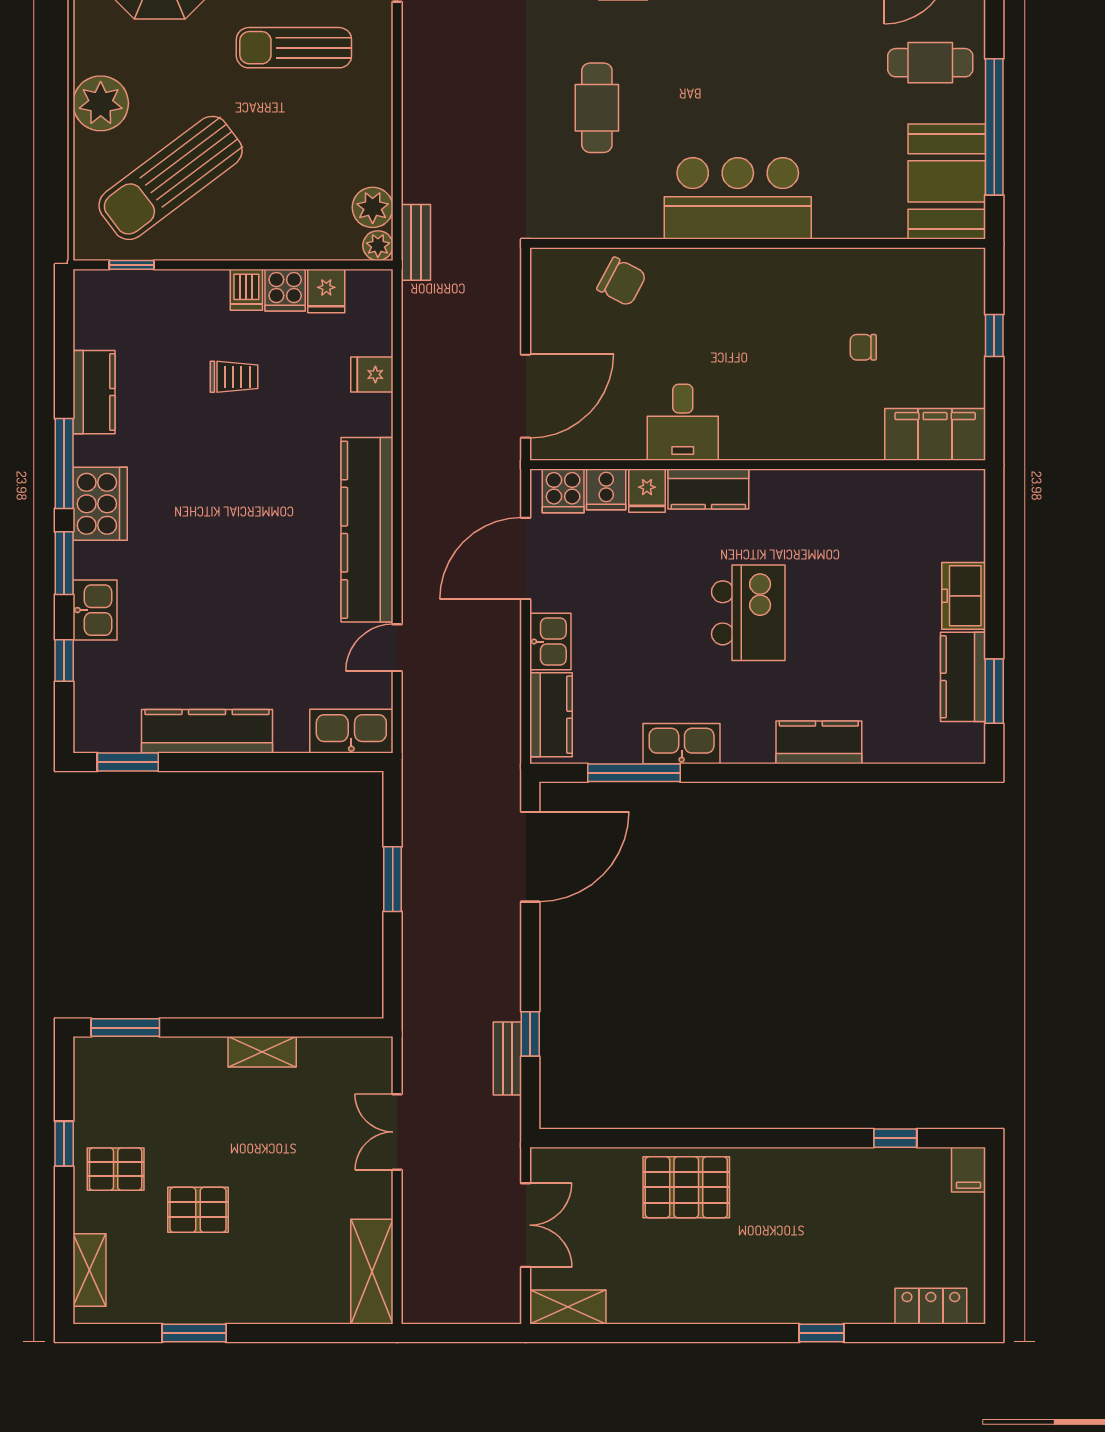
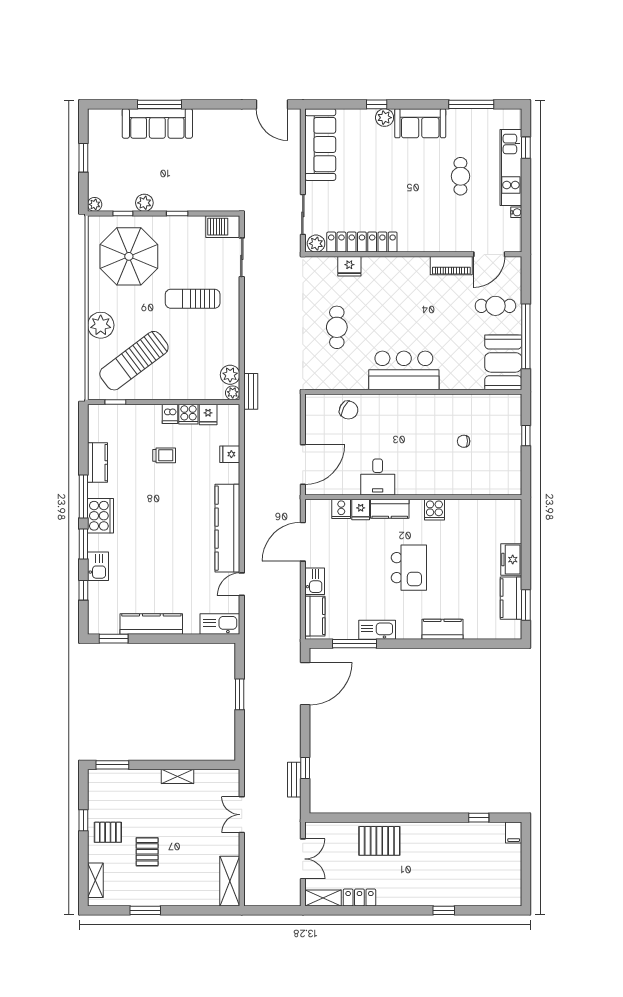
filing cabinet: (935, 434) -> (498, 483), removed
cooker: (563, 491) -> (434, 510), moved
pallet: (198, 1210) -> (147, 852), turned 90
locker: (931, 1306) -> (359, 897), moved

